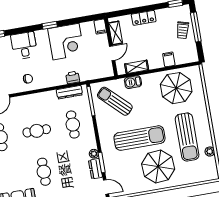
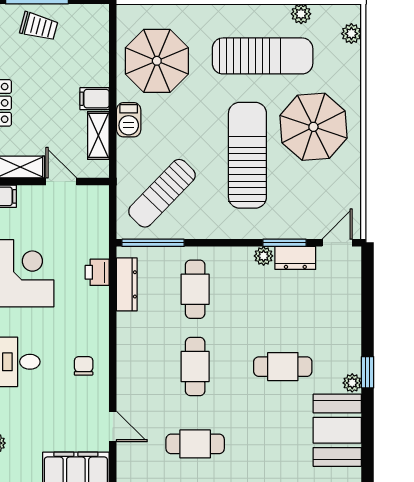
filing cabinet: (169, 59) -> (95, 99), moved
barbecue: (133, 82) -> (129, 120), moved
cafe table: (73, 125) -> (195, 289), turned 90
plant: (205, 177) -> (351, 34), added

